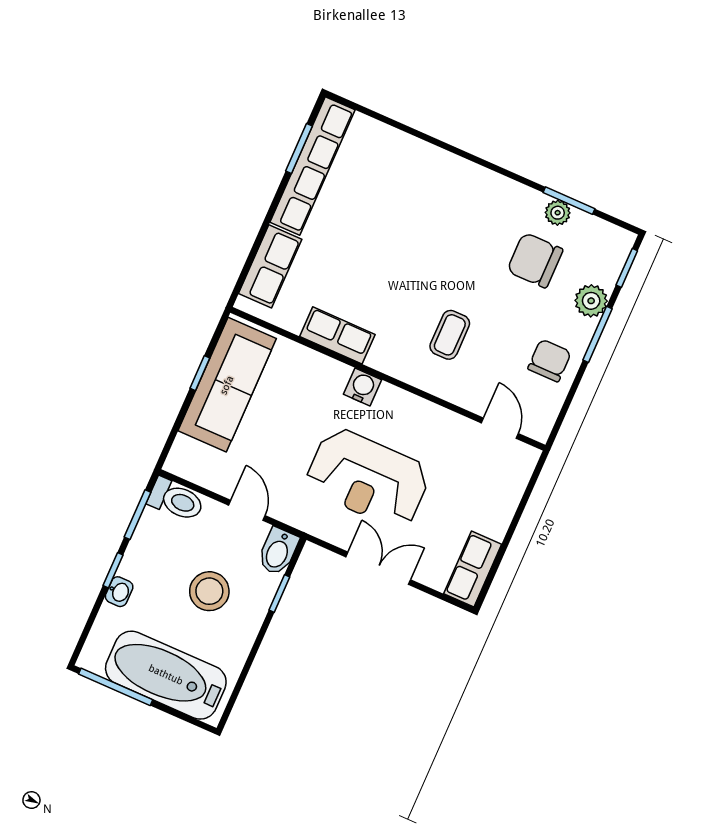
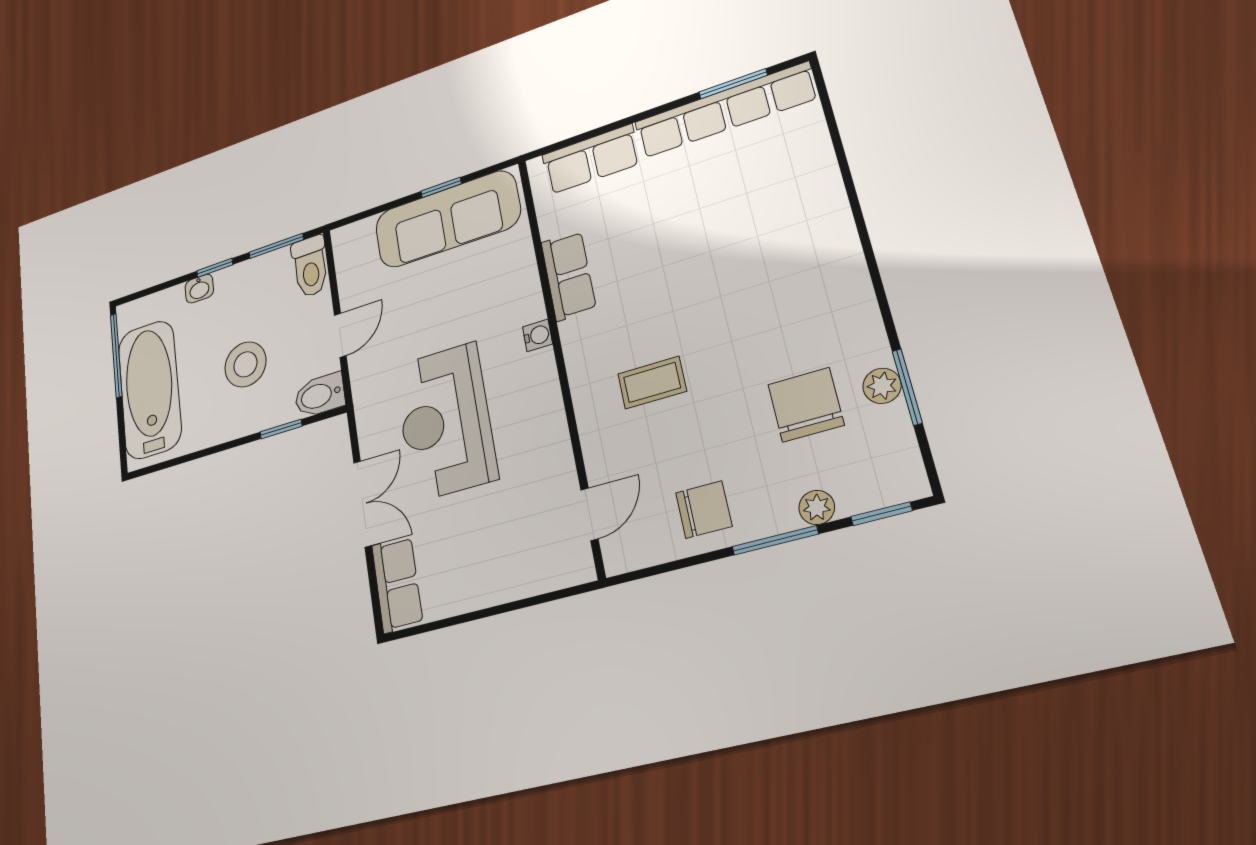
plant: (591, 301) -> (817, 507), width x0.73, depth x0.73
water cooler: (363, 387) -> (537, 335), width x0.72, depth x0.72
row of seats: (473, 569) -> (397, 584), moved, turned 90

